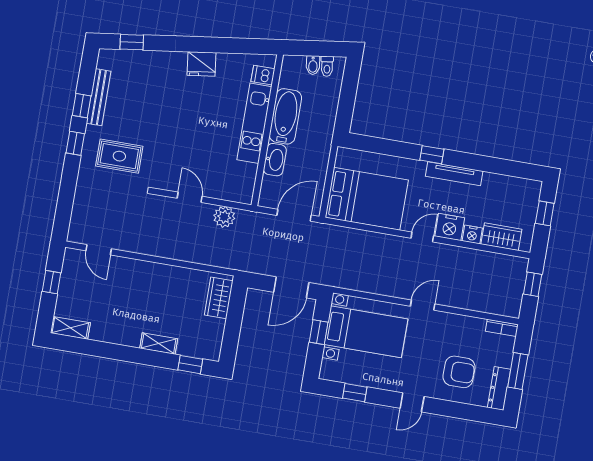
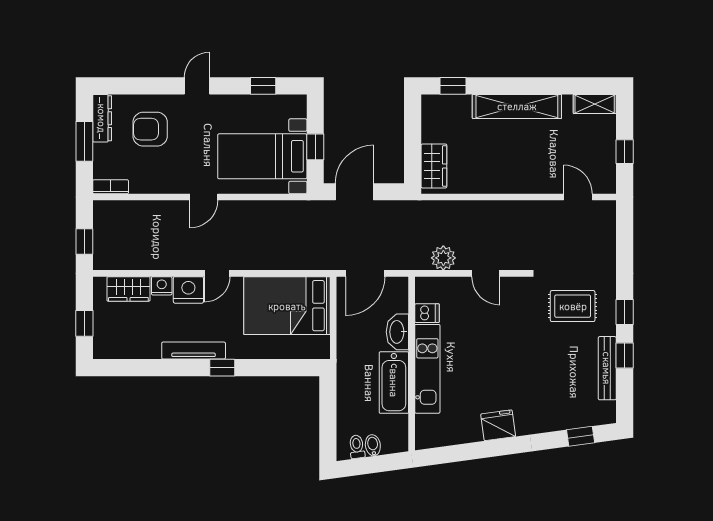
dishwasher: (263, 75) -> (427, 313), moved
shelving: (159, 343) -> (517, 106), width x2.20, depth x1.33

